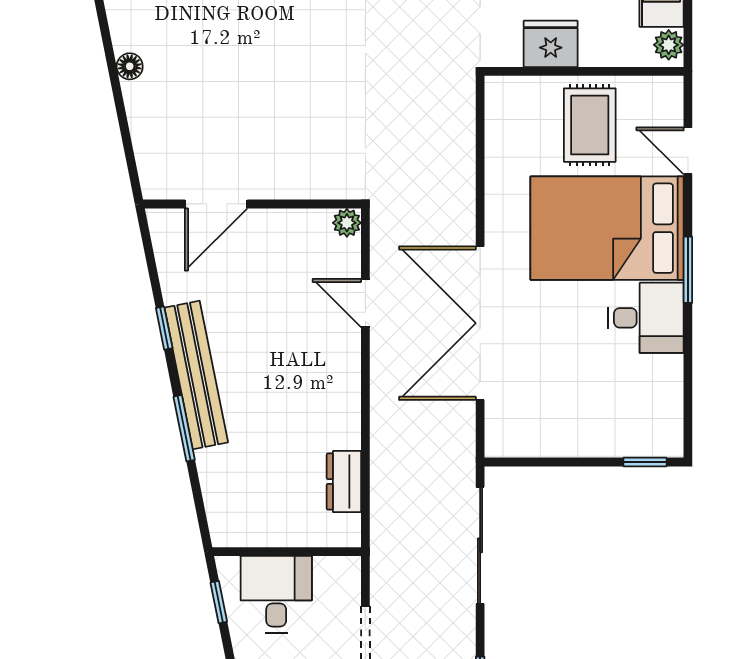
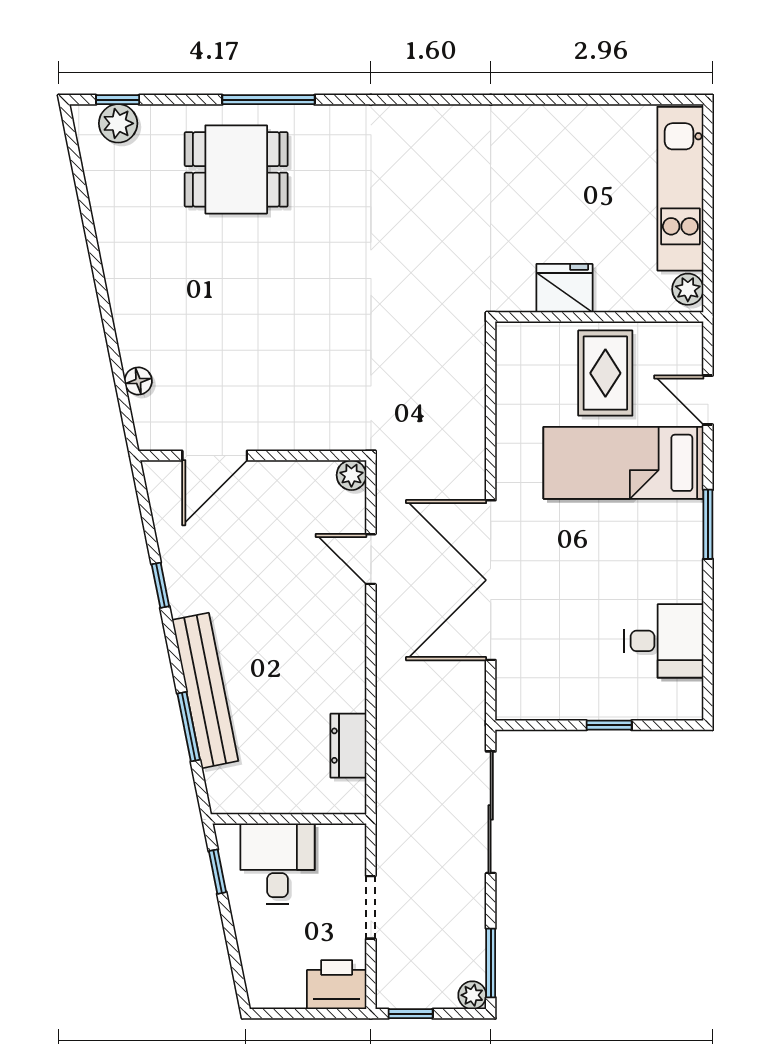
floor lamp: (130, 66) -> (138, 381), moved
bed: (607, 228) -> (623, 463), width x0.67
desk: (646, 318) -> (664, 641), moved
bench: (196, 375) -> (205, 690), moved
window: (184, 428) -> (189, 727), moved
window: (645, 462) -> (609, 725), moved

